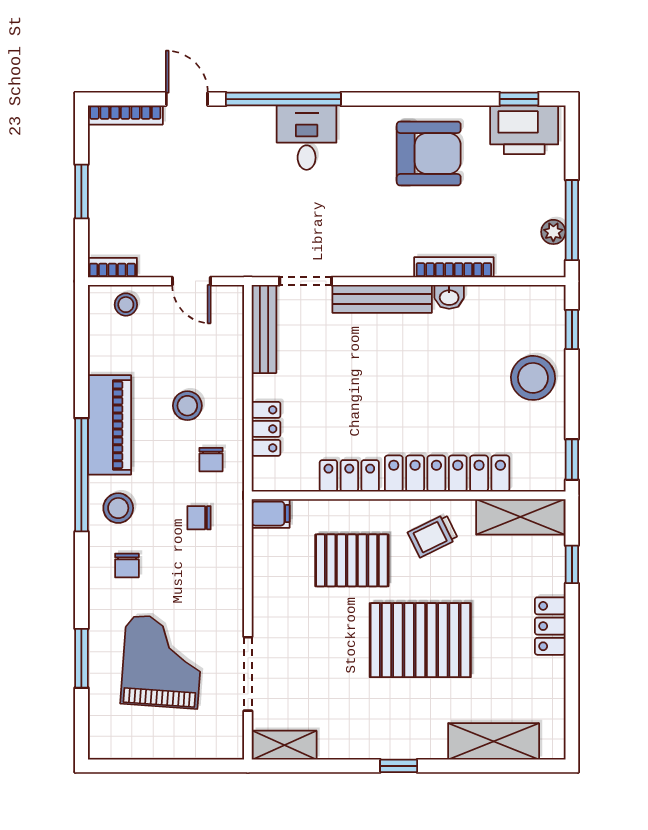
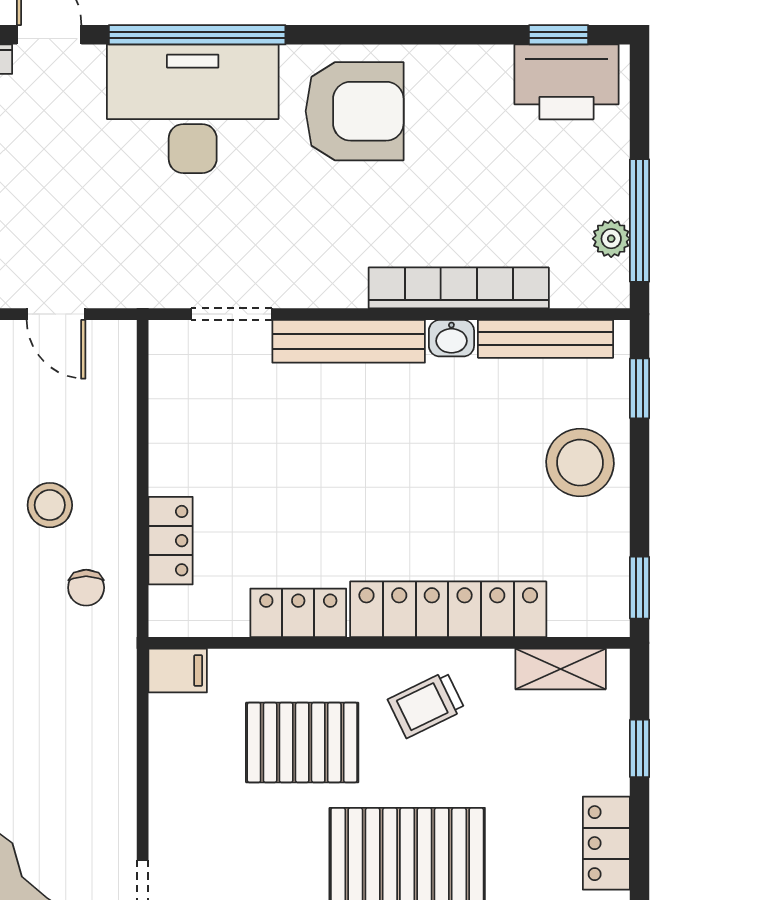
desk: (307, 138) -> (193, 109), width x1.87, depth x1.30
armchair: (429, 153) -> (355, 111), moved
bookcase: (454, 267) -> (459, 288), width x1.48, depth x1.31
bench: (264, 329) -> (546, 339), moved, turned 90
shelving: (520, 517) -> (561, 669), width x0.67, depth x0.75
chair: (199, 518) -> (68, 677), removed

